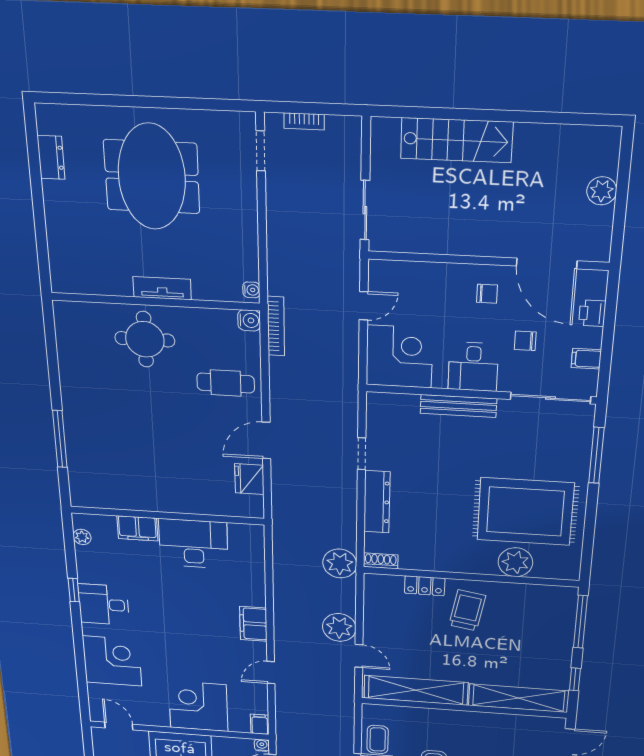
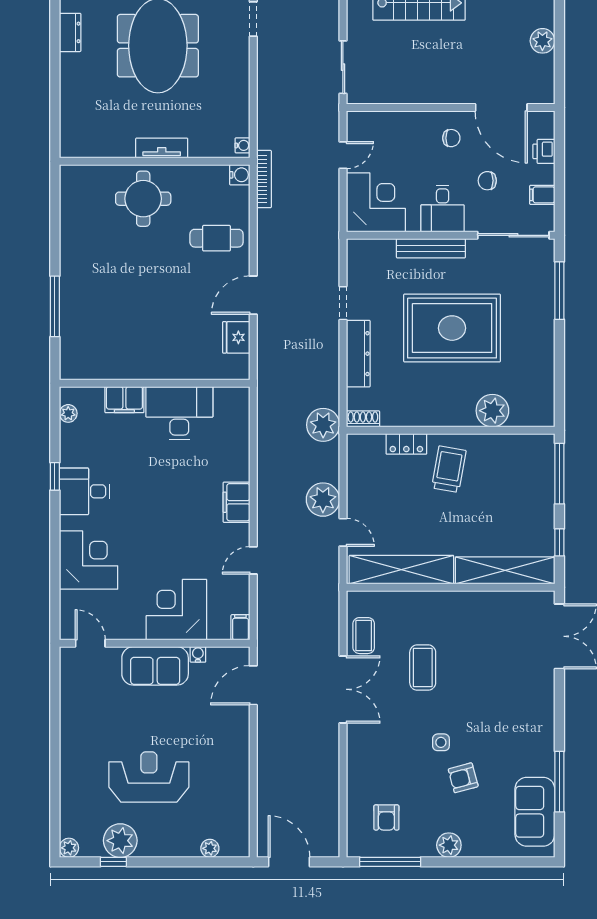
rug: (525, 511) -> (452, 328), moved
water cooler: (262, 745) -> (198, 654), moved

